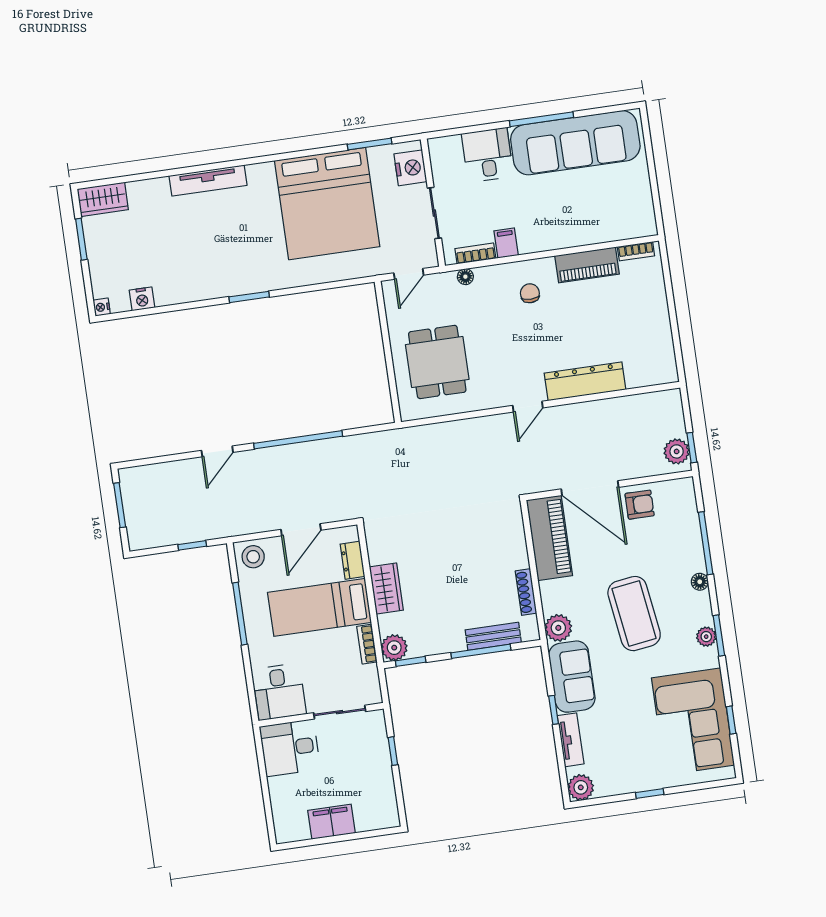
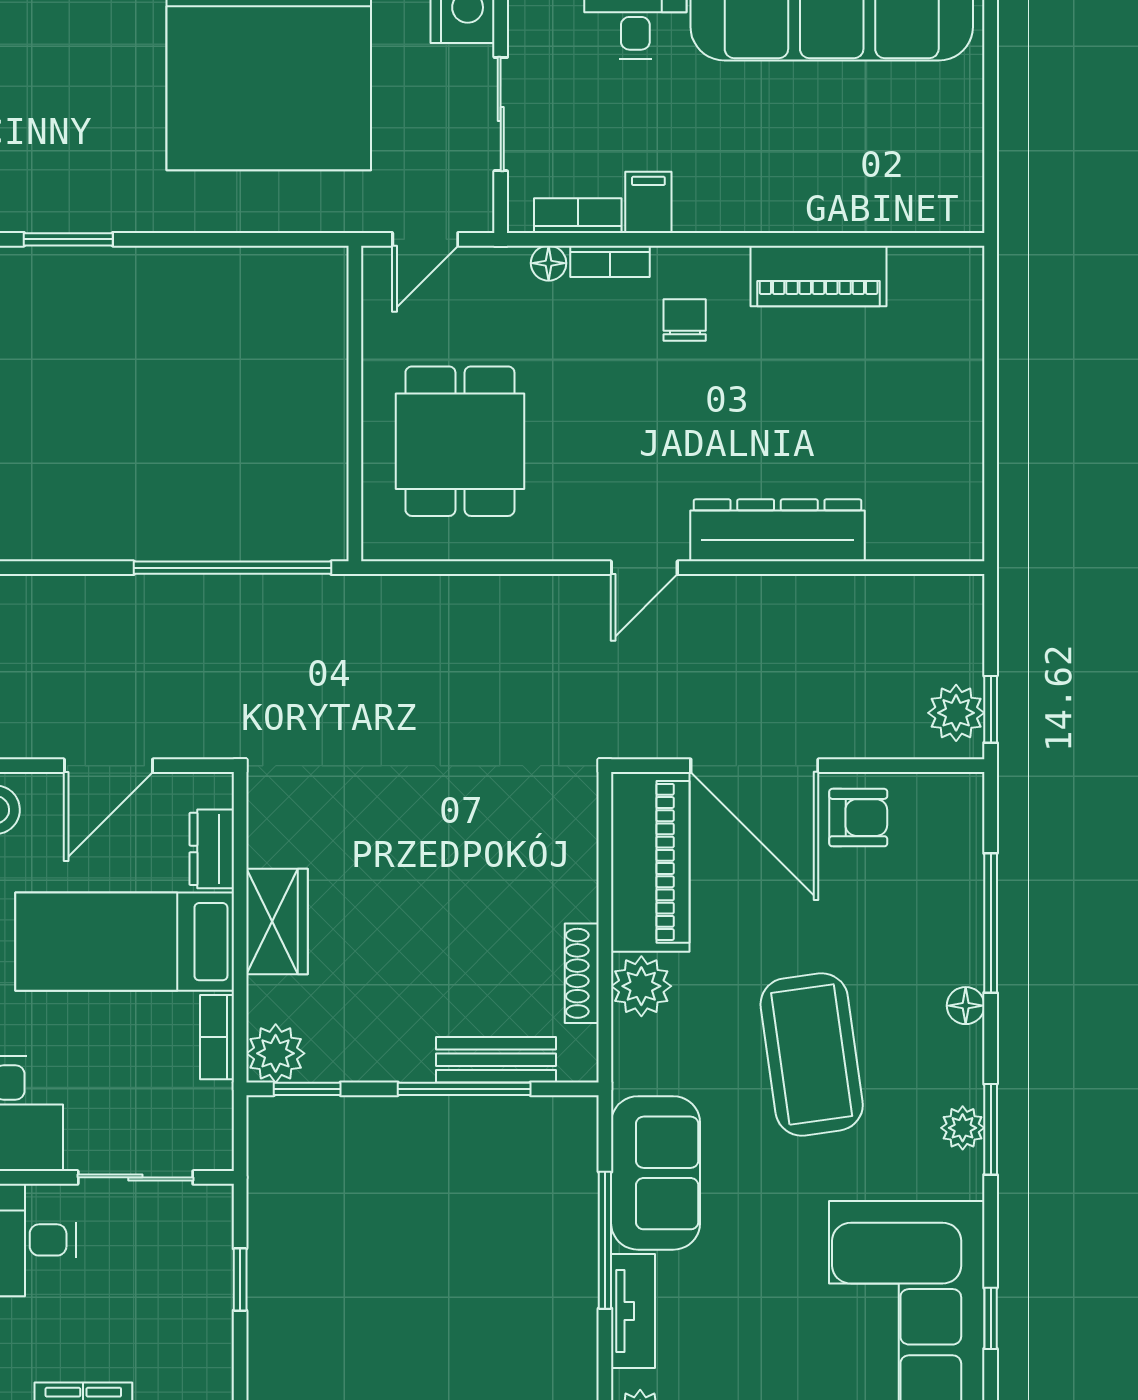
bookcase: (636, 251) -> (610, 261), moved
window: (298, 440) -> (233, 568), moved
plant: (558, 628) -> (641, 986), moved
window: (554, 710) -> (605, 1240), width x2.17

